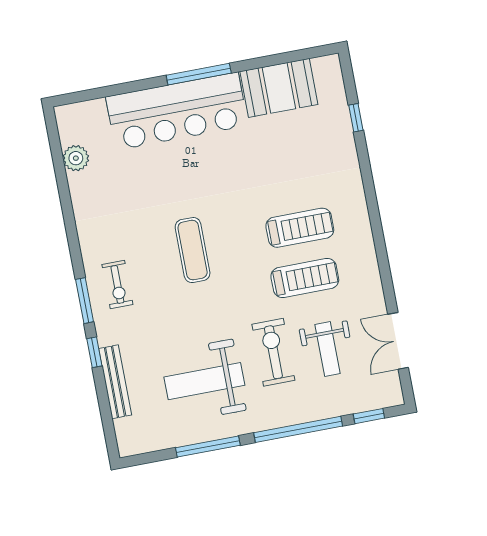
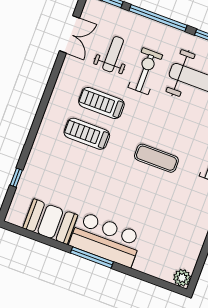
bar counter: (177, 111) -> (106, 239), width x0.73
plant: (76, 158) -> (182, 278), moved
exercise mat: (193, 250) -> (156, 158), turned 90
exercise bike: (273, 352) -> (145, 71), turned 180

